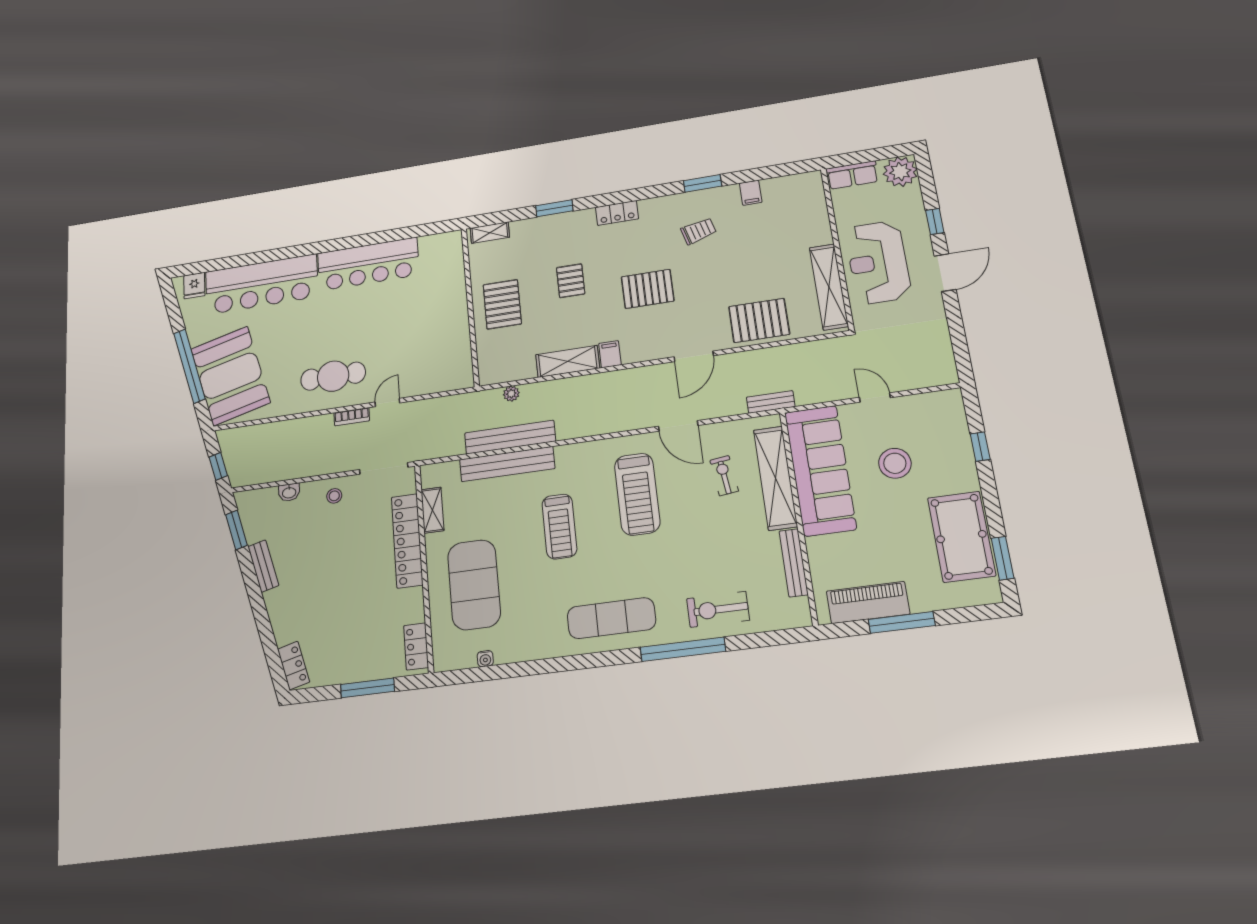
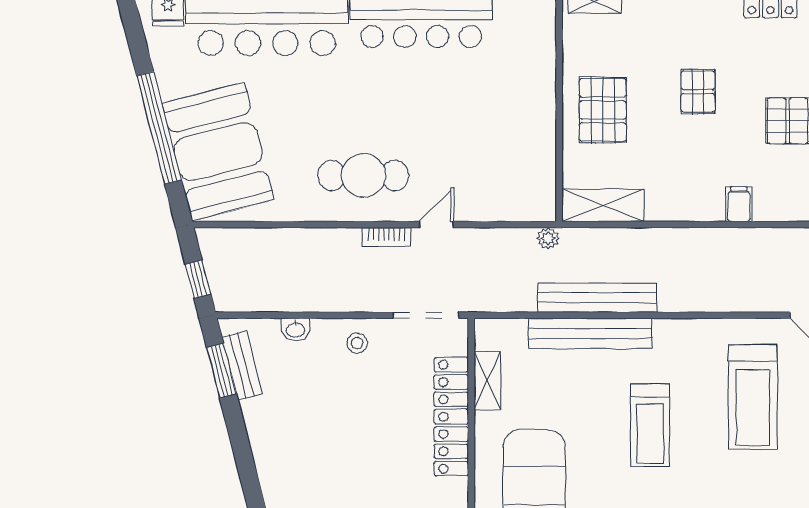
shelving: (568, 361) -> (603, 205), moved
plant: (511, 394) -> (548, 238), moved
bench: (263, 566) -> (242, 365), moved

